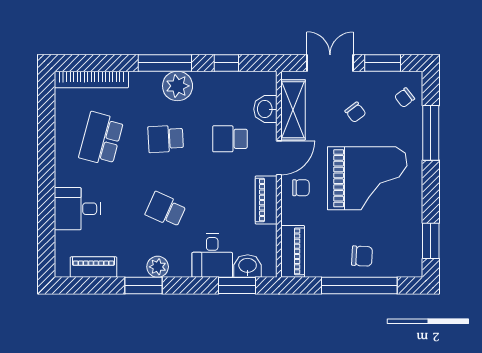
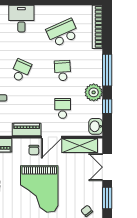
double door: (330, 63) -> (107, 167), swing flipped
plant: (178, 86) -> (94, 92), moved
washbasin: (265, 109) -> (96, 126), moved, turned -90
chair: (355, 112) -> (78, 182), removed
school desk: (101, 139) -> (63, 33), turned -39
door: (279, 158) -> (51, 137), hinge flipped

